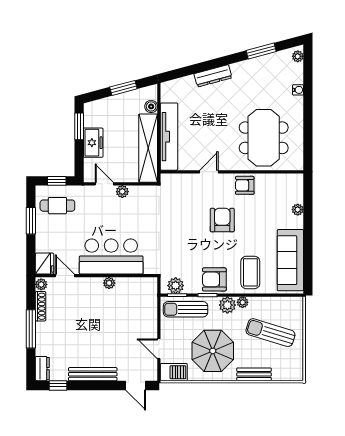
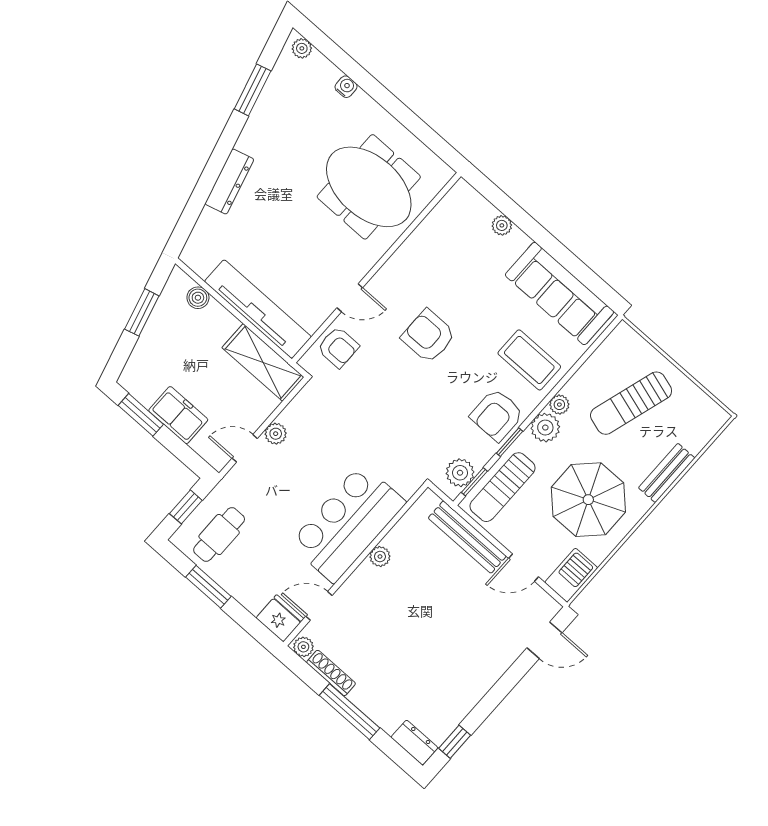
shelving: (148, 148) -> (263, 362), width x0.68
door: (209, 172) -> (350, 298), swing flipped
armchair: (245, 185) -> (338, 347), moved, turned -90
bench: (93, 374) -> (467, 537), moved, turned 90

